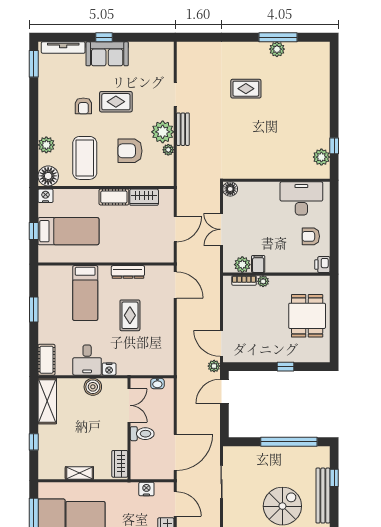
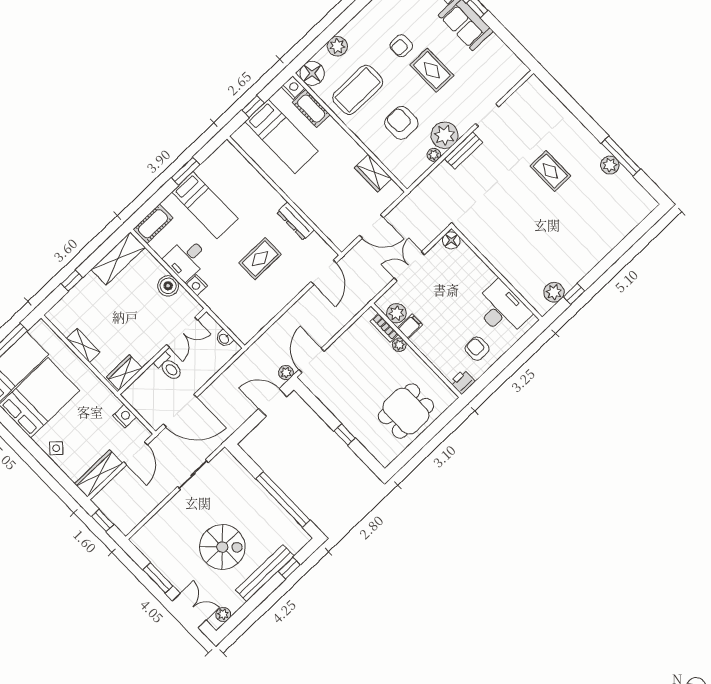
cot: (114, 197) -> (311, 109), moved
bed: (85, 293) -> (205, 205), moved, turned -90

